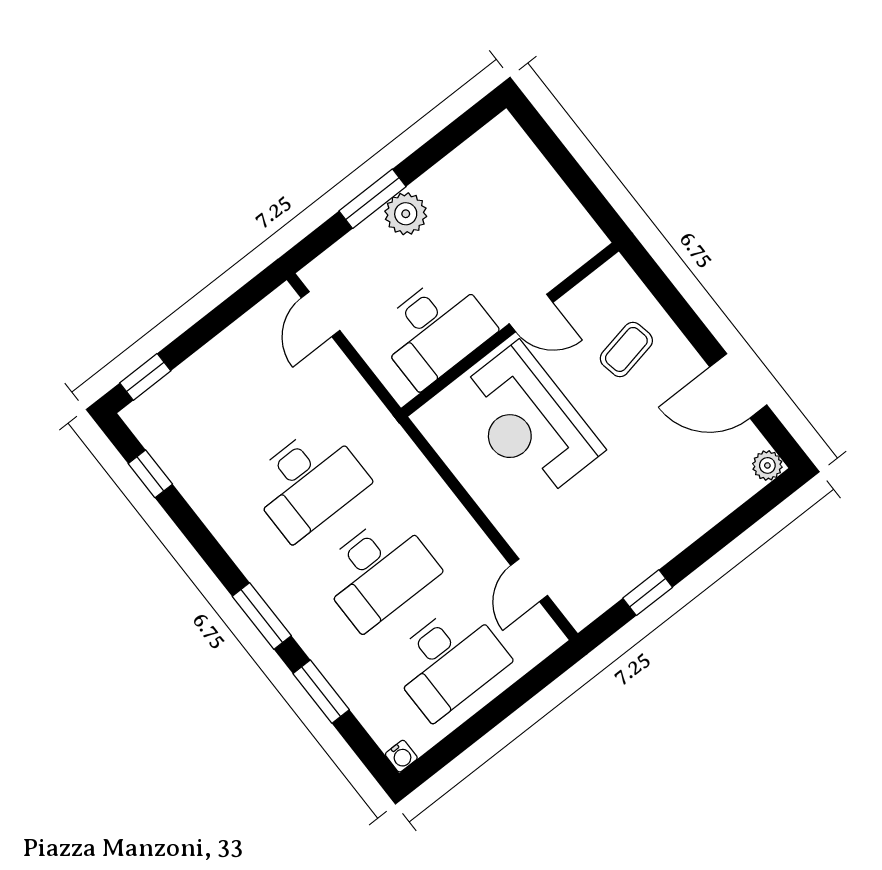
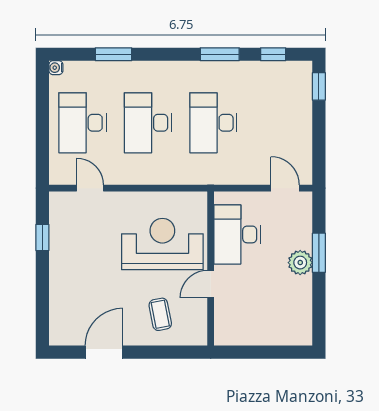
plant: (767, 465) -> (57, 337), removed
window: (262, 616) -> (220, 54), moved

